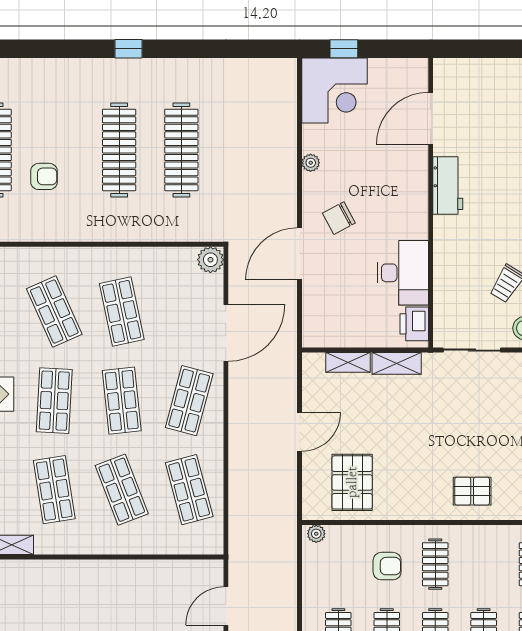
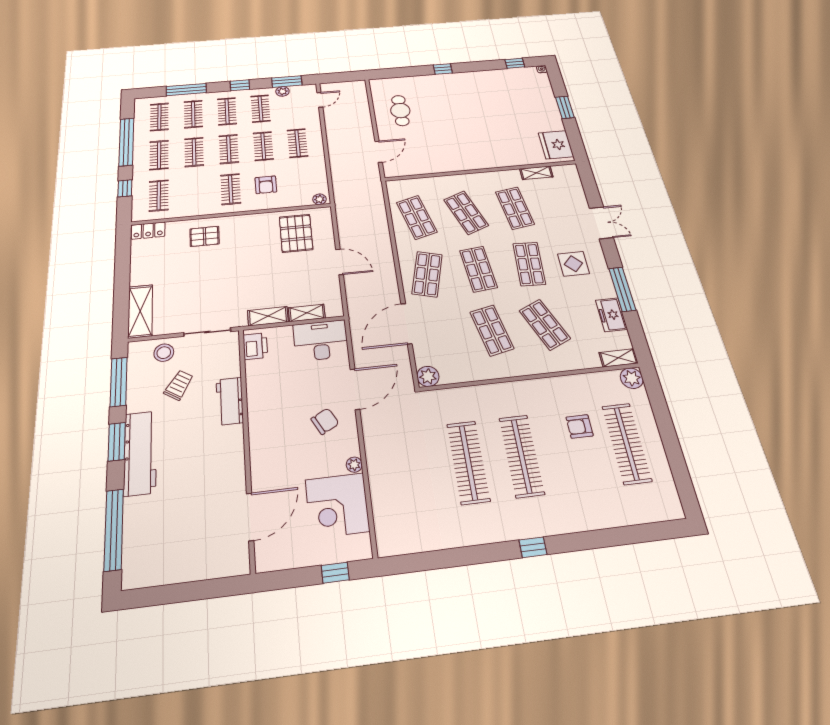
corner desk: (334, 91) -> (337, 505), moved, turned -90
workbench: (448, 185) -> (230, 401), moved
desk: (403, 273) -> (321, 340), moved, turned 90
door: (300, 432) -> (340, 262), swing flipped
armchair: (387, 566) -> (266, 185), turned -90

